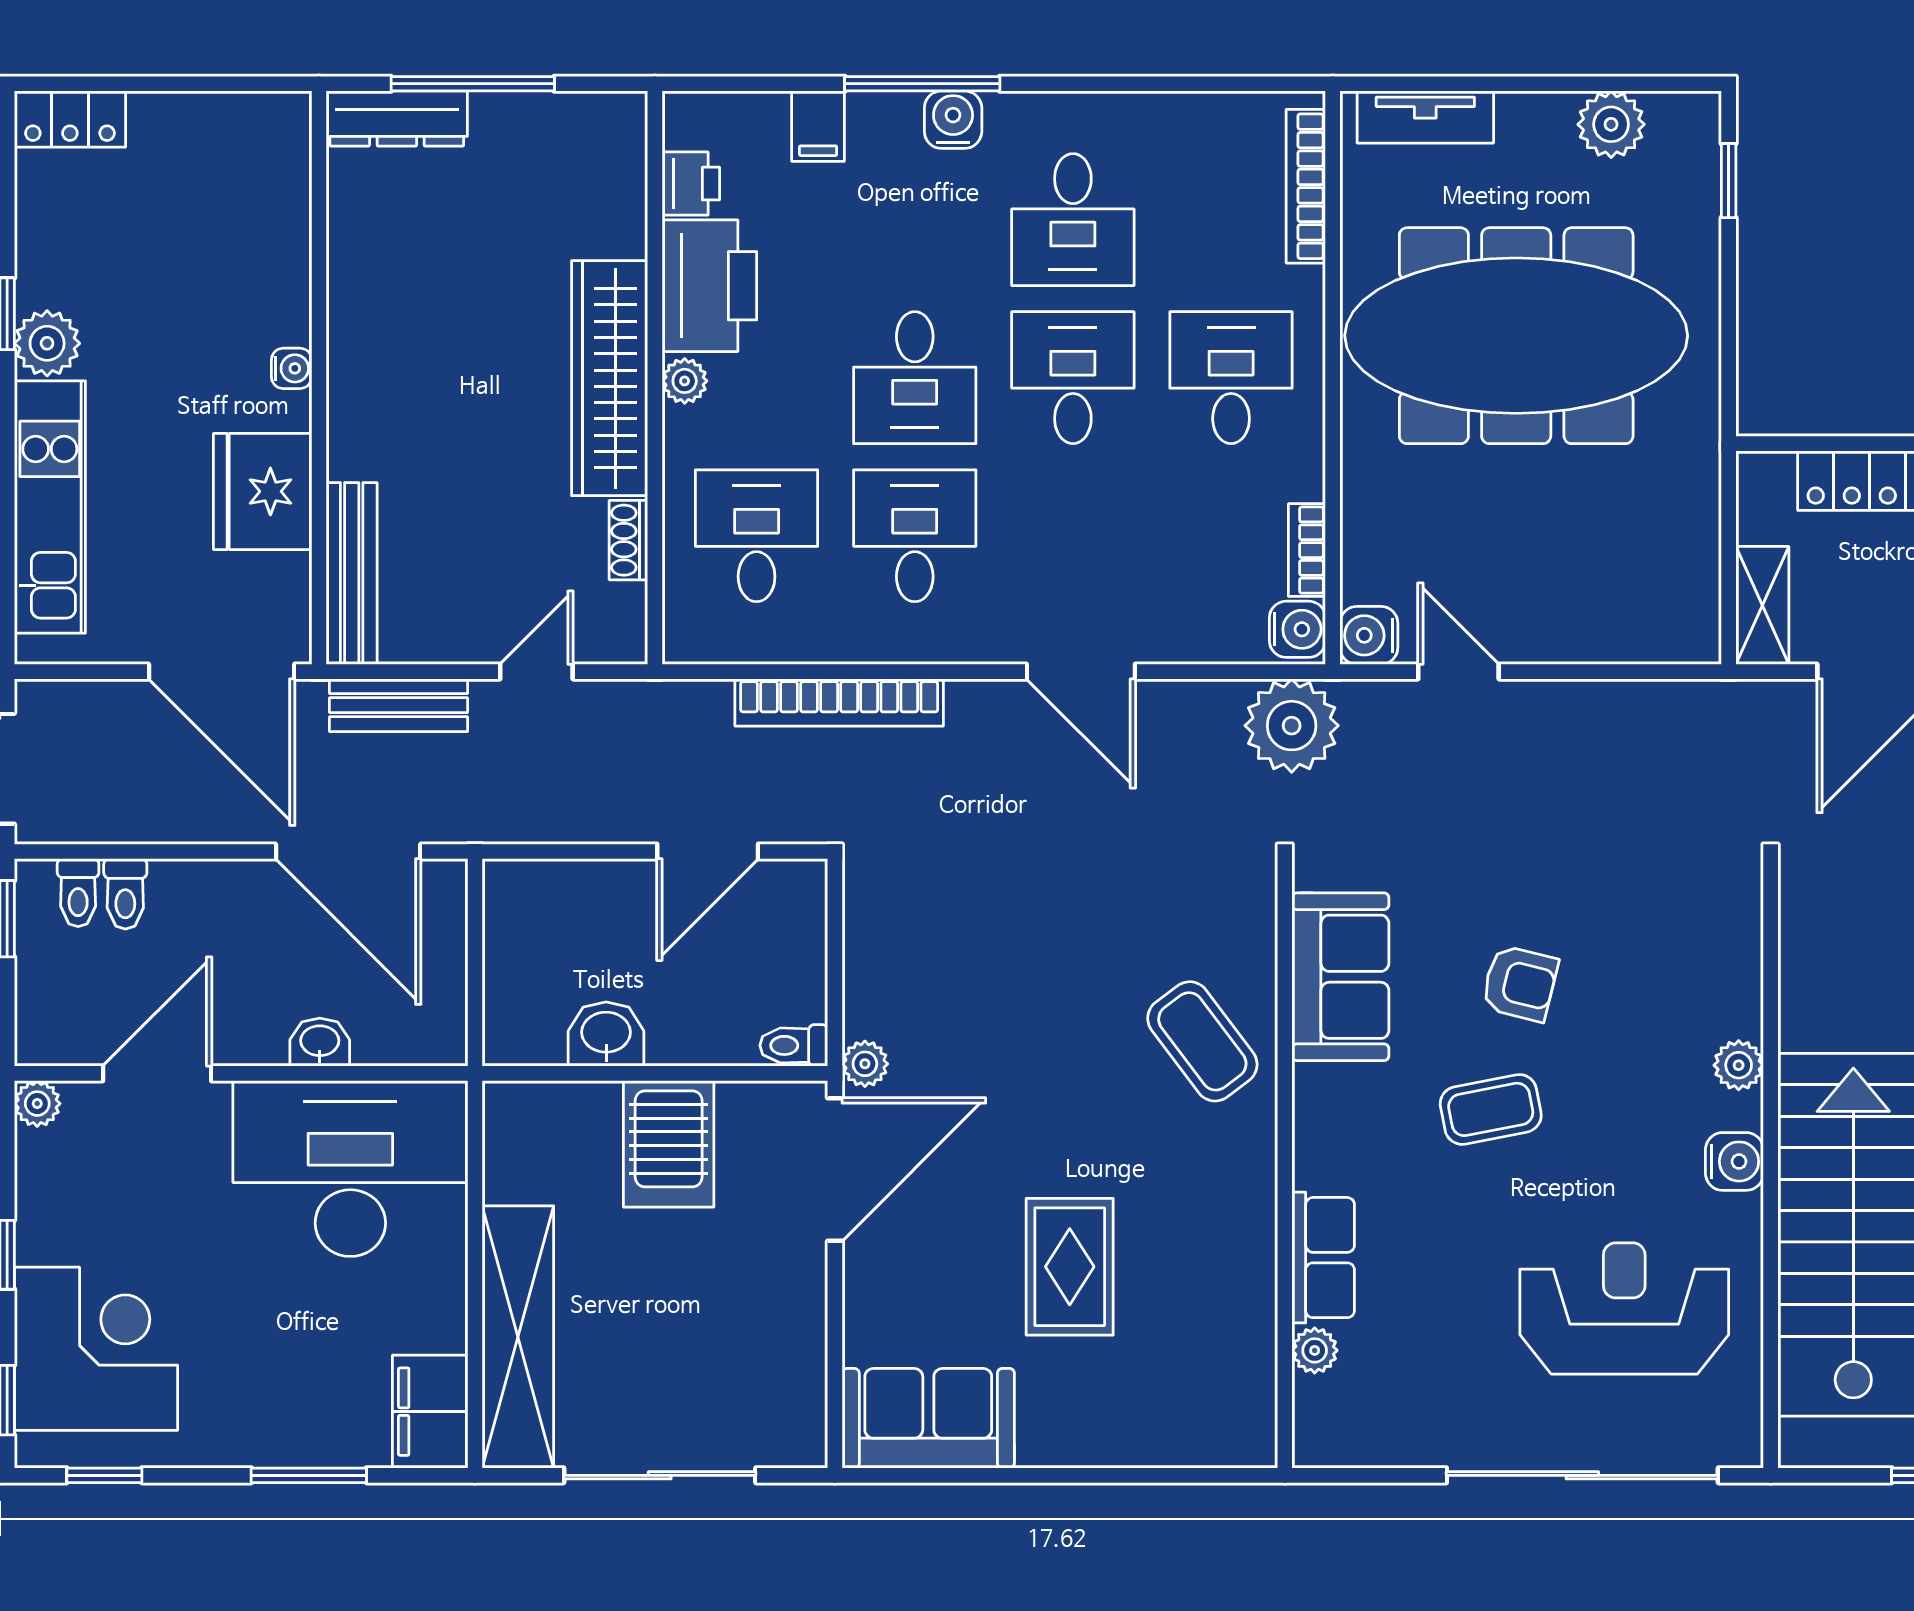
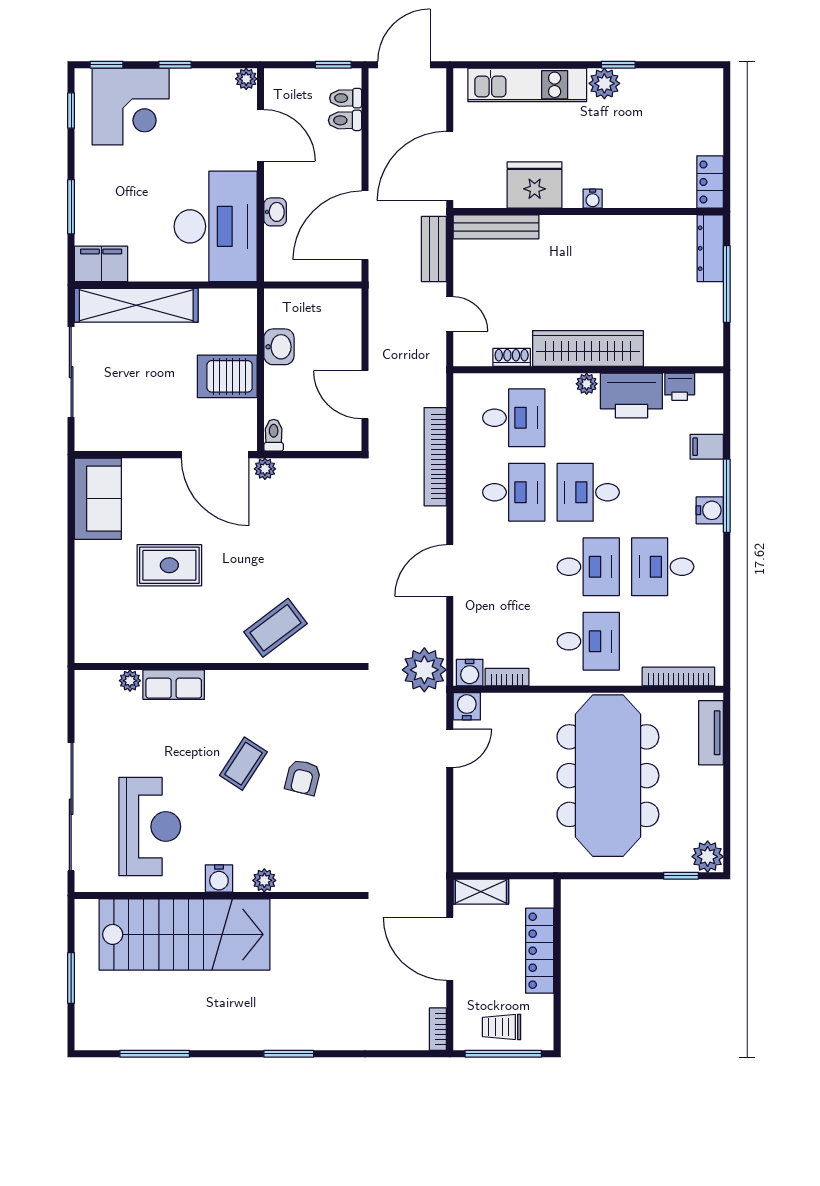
locker: (70, 119) -> (710, 182), moved
plant: (1611, 124) -> (708, 857), moved
sofa: (1340, 977) -> (306, 693), removed
coffee table: (1491, 1109) -> (243, 764), turned 44

